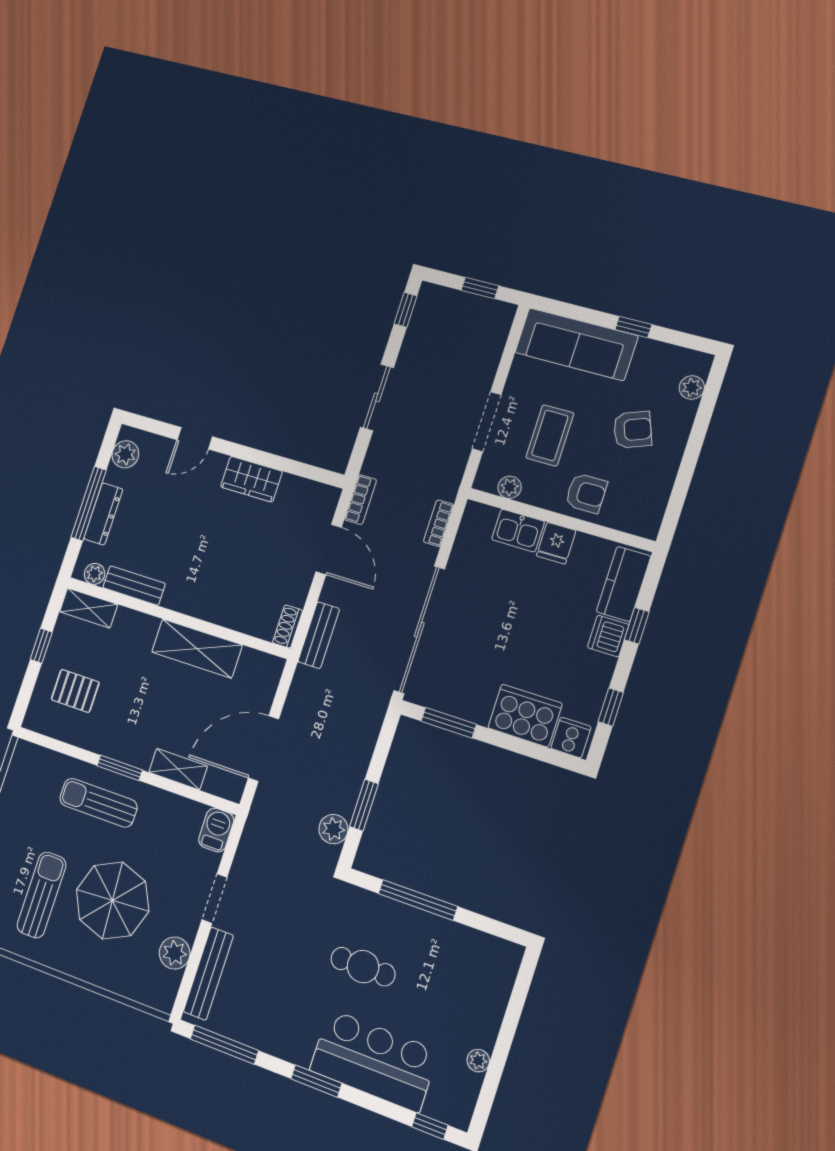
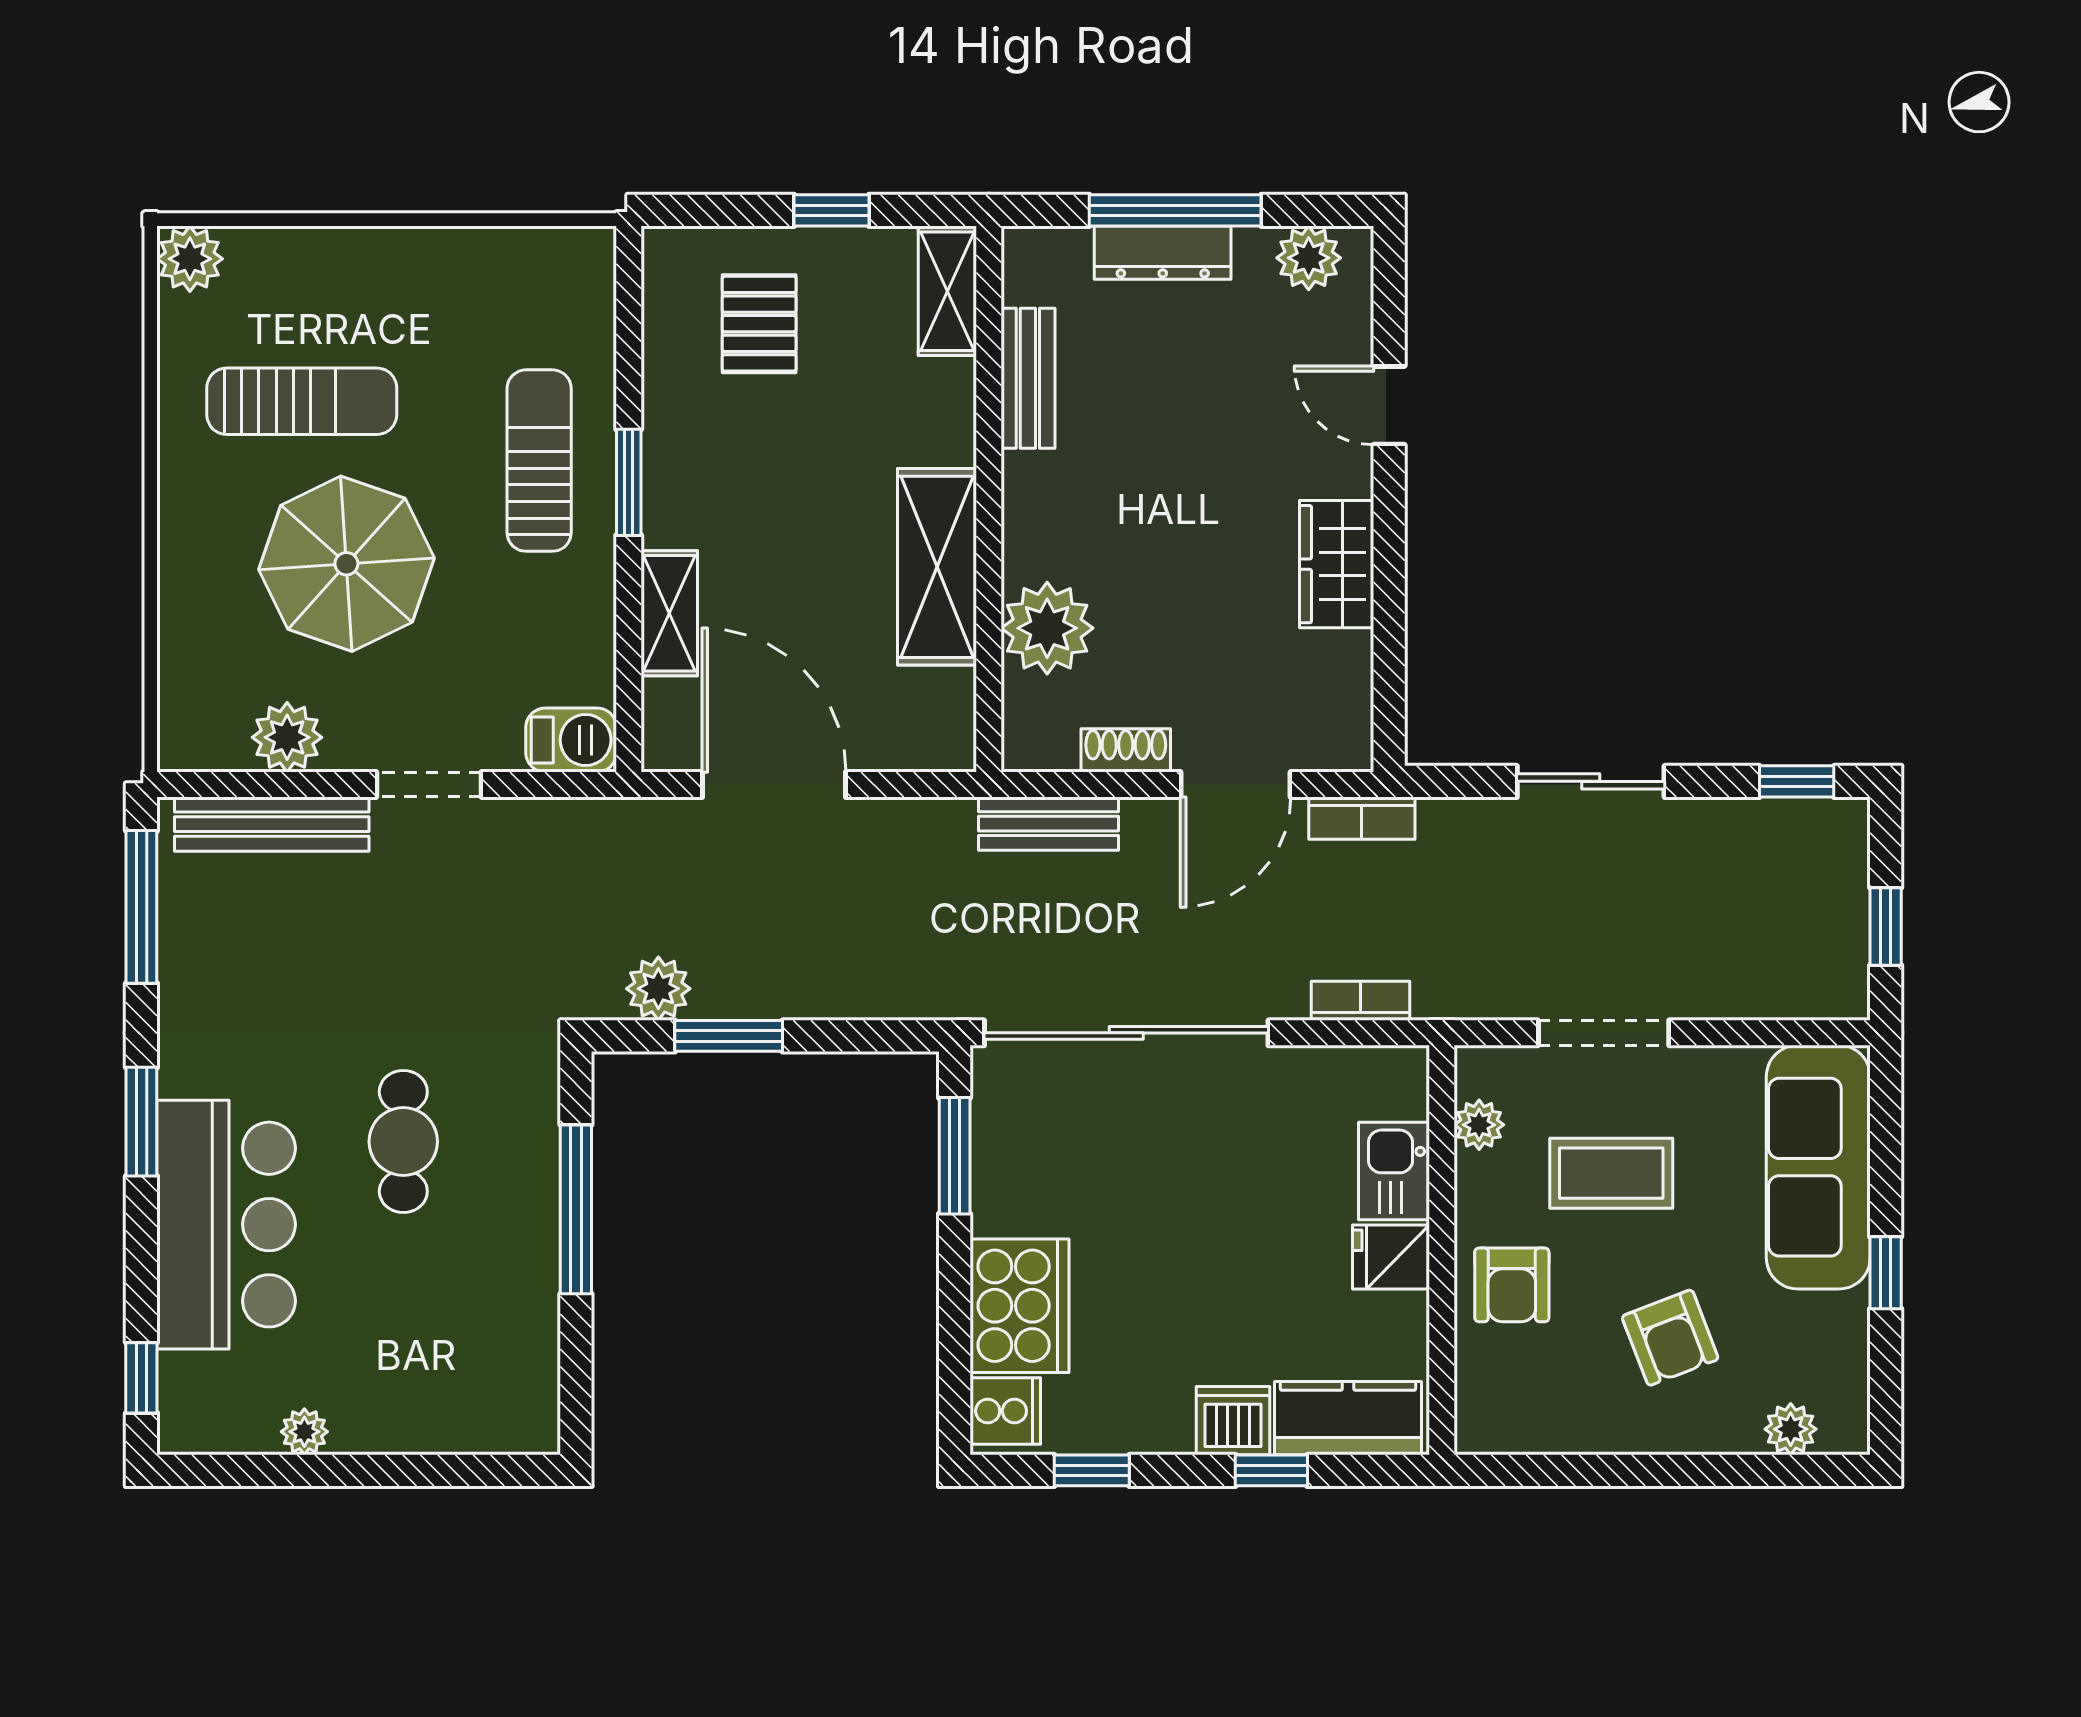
plant: (94, 574) -> (1047, 628), moved, width x1.88, depth x1.88
shoe rack: (288, 627) -> (1126, 750), moved

